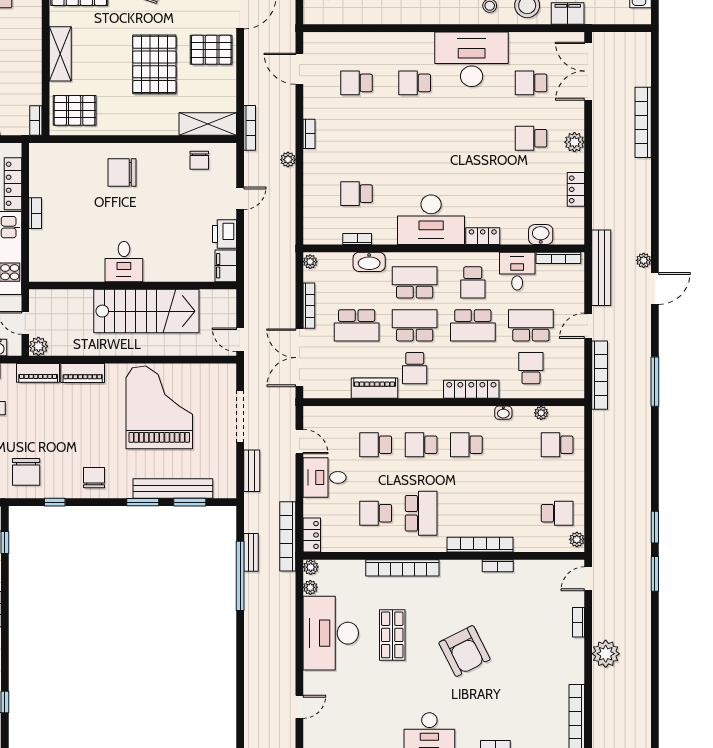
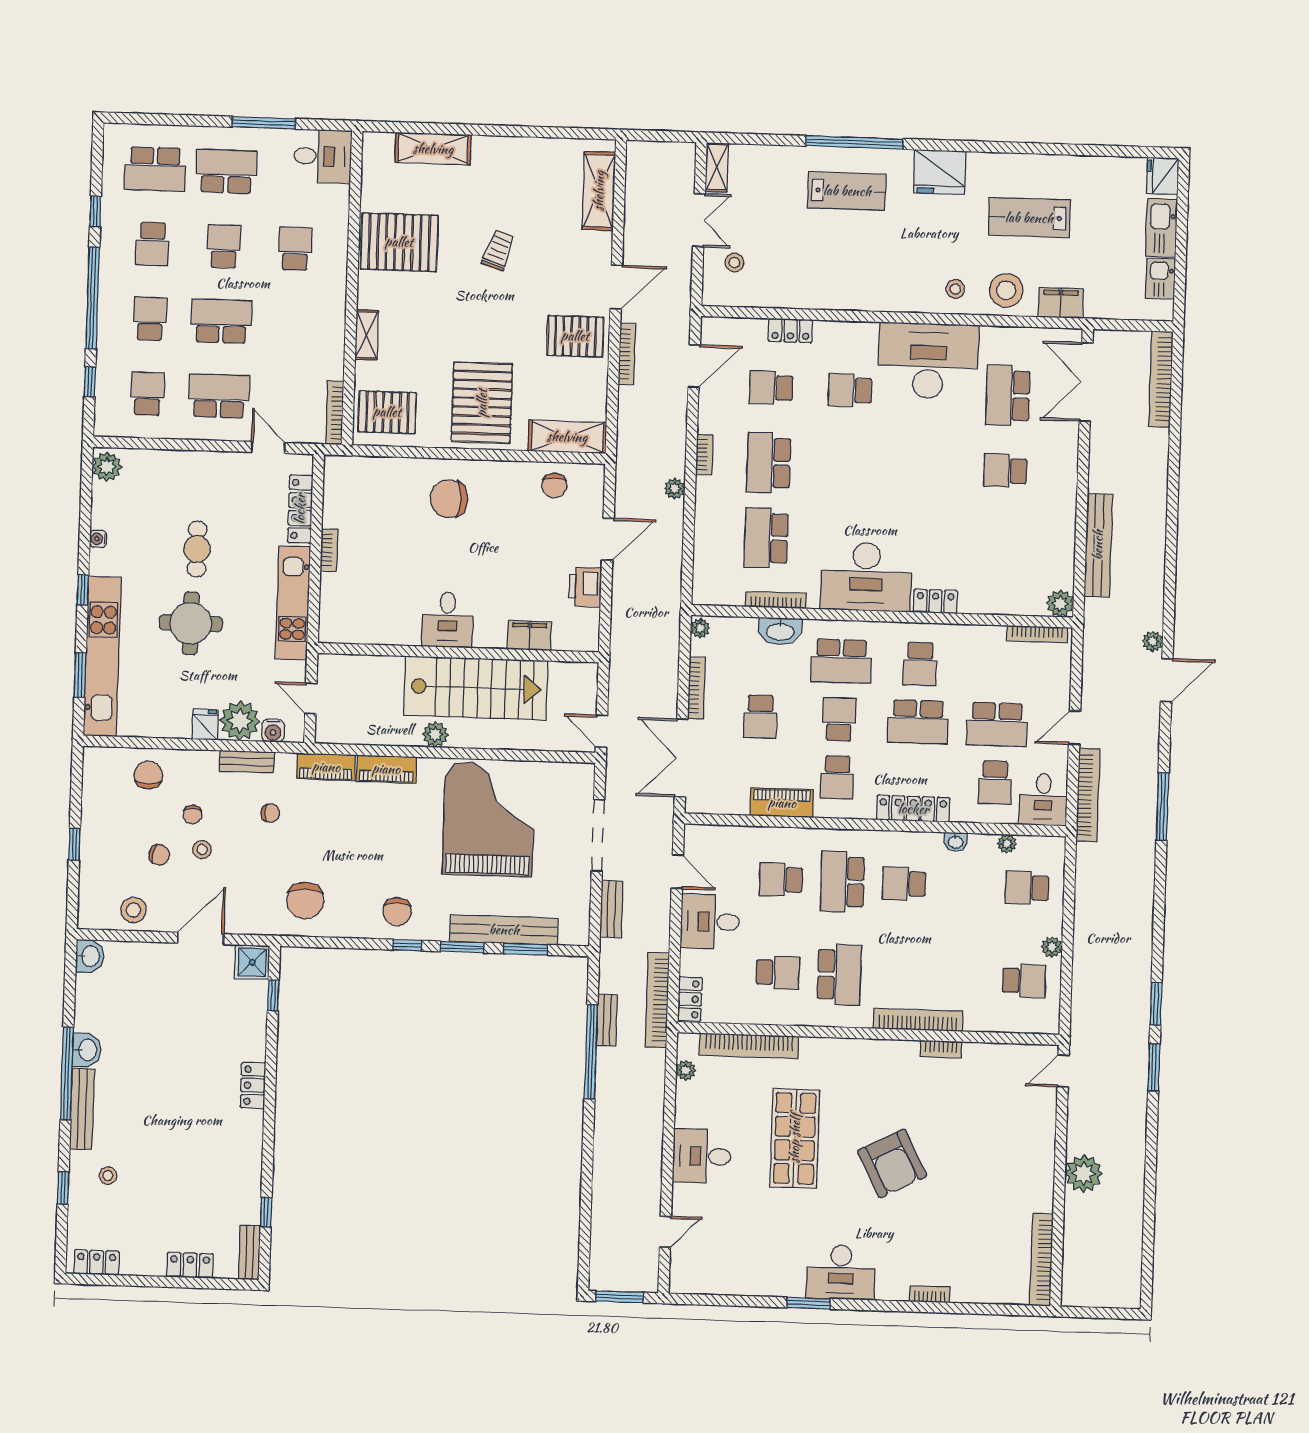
shelving: (60, 54) -> (367, 335), width x0.67, depth x0.75
pallet: (154, 64) -> (482, 403), moved
door: (299, 69) -> (694, 366), swing flipped
school desk: (531, 83) -> (1008, 396), width x1.85
bookcase: (36, 121) -> (335, 413), width x1.56
bookcase: (643, 122) -> (1161, 379), moved
bookcase: (250, 128) -> (627, 354), moved
school desk: (356, 138) -> (769, 463), added
plant: (574, 142) -> (1060, 604), moved
locker: (576, 189) -> (790, 330), moved, turned -90
school desk: (356, 194) -> (766, 538), width x1.85
door: (240, 198) -> (608, 539), width x1.38
washbasin: (541, 235) -> (1014, 602), removed
bookcase: (357, 239) -> (776, 600), width x1.56
filing cabinet: (226, 266) -> (529, 635), moved, turned 90
bench: (601, 268) -> (1098, 545), moved
desk: (517, 271) -> (1043, 800), moved, turned 180
school desk: (415, 282) -> (841, 661), turned 180
school desk: (357, 325) -> (760, 717), width x0.54
school desk: (415, 325) -> (839, 719), width x0.54
school desk: (531, 325) -> (997, 724), turned 180
plant: (38, 346) -> (435, 734), moved
school desk: (531, 368) -> (995, 783), turned 180
school desk: (421, 445) -> (842, 882), width x1.85
chair: (94, 478) -> (397, 912), turned 180
window: (55, 502) -> (407, 945), moved
school desk: (376, 513) -> (778, 973), turned 180
plant: (577, 539) -> (1052, 947), moved
plant: (311, 567) -> (687, 1043), removed
bookcase: (402, 568) -> (749, 1046), moved
bookcase: (579, 622) -> (1048, 1130), removed
desk: (331, 633) -> (702, 1156), width x0.53, depth x0.77
shop shelf: (392, 635) -> (795, 1138), width x1.43, depth x1.36

